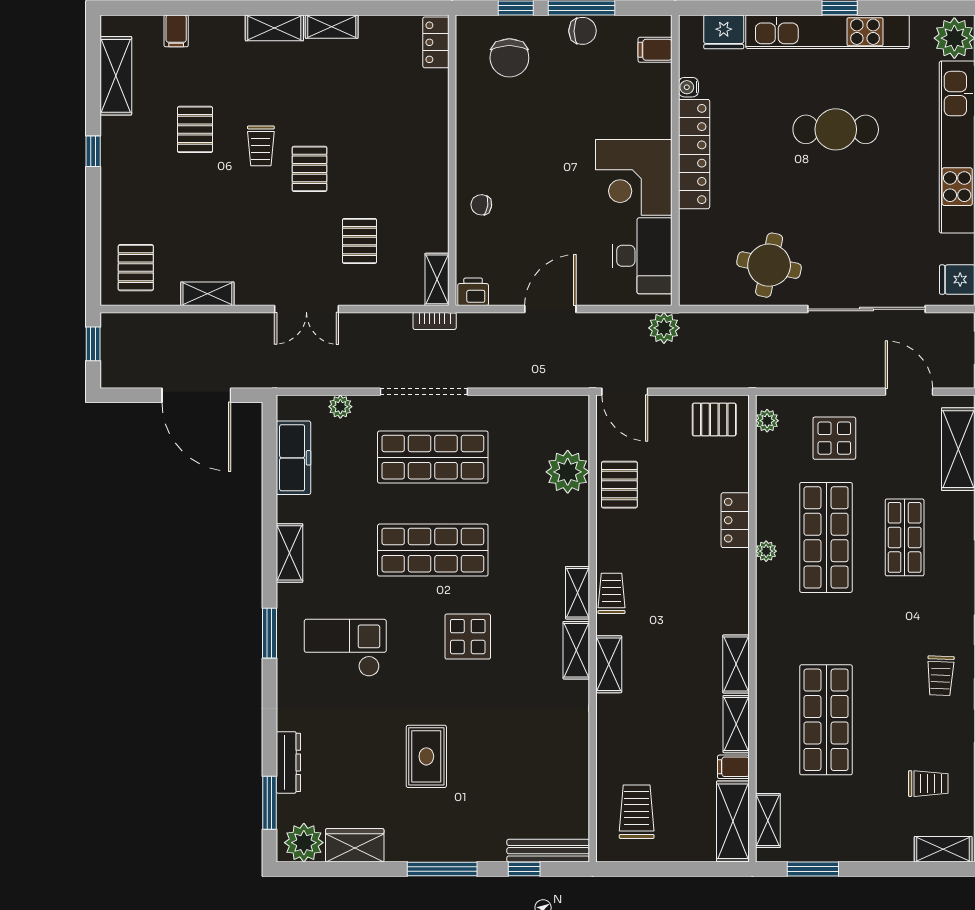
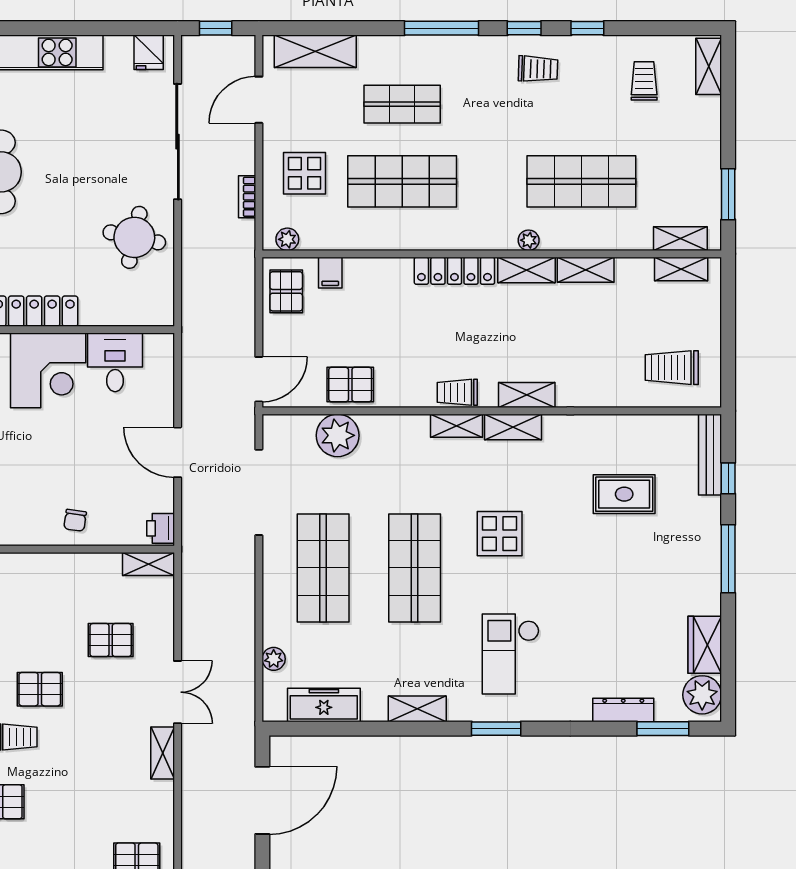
desk: (642, 256) -> (115, 362), width x0.73
shelving: (207, 294) -> (163, 753), moved
bookcase: (435, 321) -> (247, 197), moved, turned 180
plant: (664, 328) -> (196, 341), removed
doorway: (424, 392) -> (259, 492), moved
locker: (735, 520) -> (454, 271), moved, width x1.53
plant: (766, 551) -> (529, 240), moved
rug: (426, 756) -> (624, 494), moved
filing cabinet: (733, 767) -> (330, 273), moved
shelving: (733, 821) -> (681, 269), width x0.67, depth x0.75

